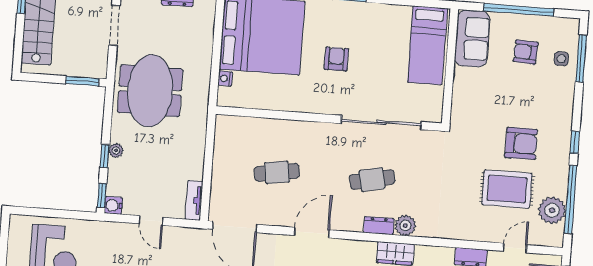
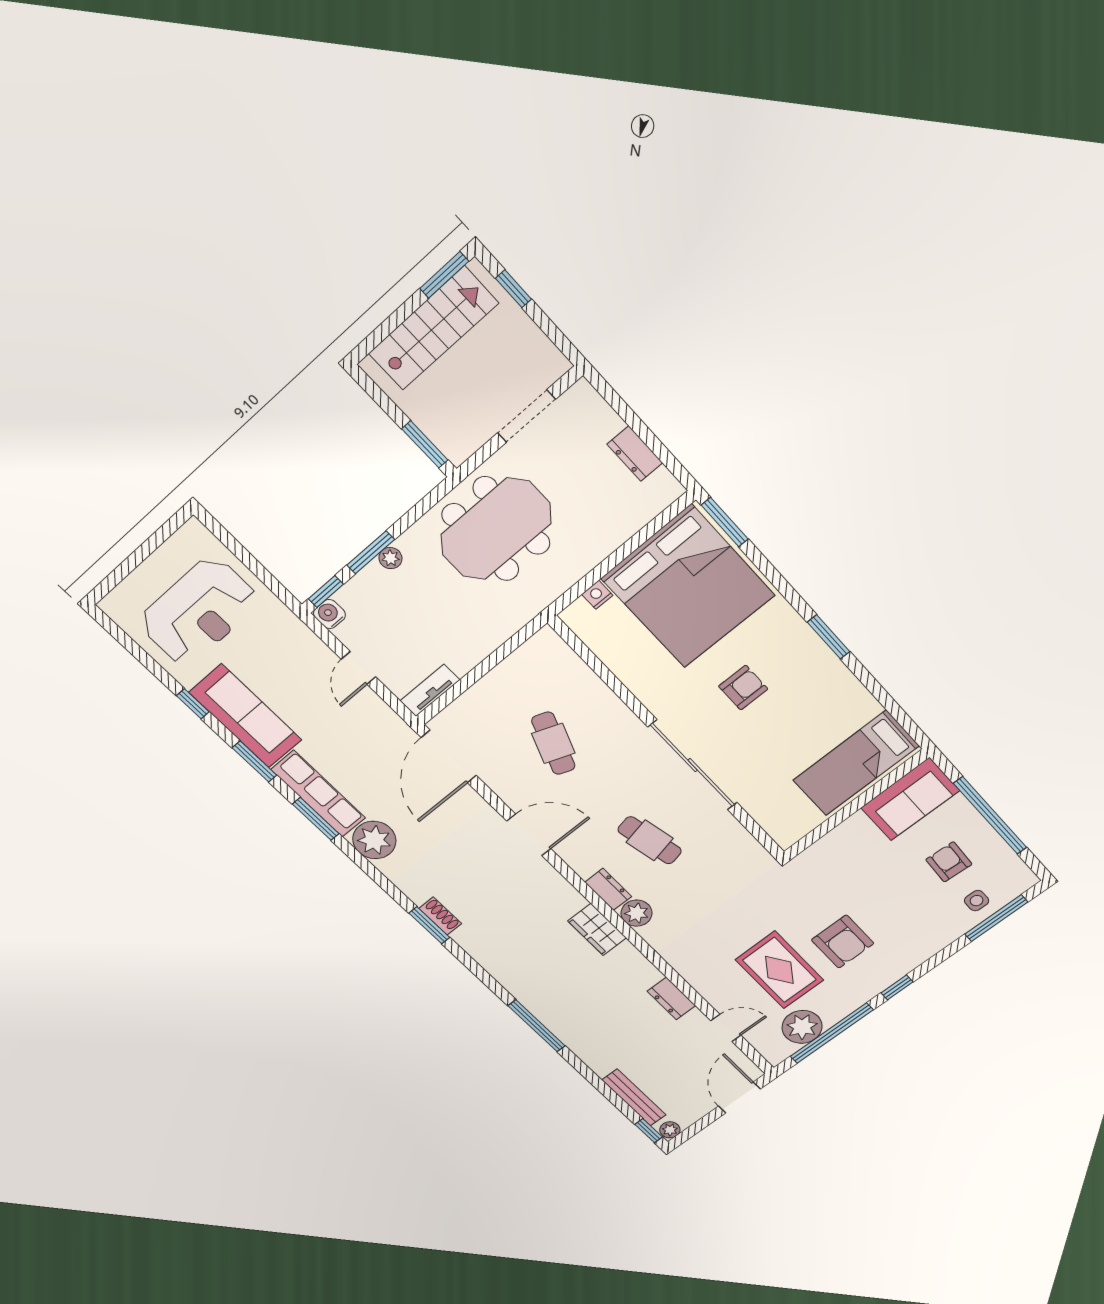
sliding door: (381, 123) -> (693, 765), moved
window: (105, 156) -> (371, 552), width x1.50
cafe table: (277, 172) -> (553, 743), turned 30

